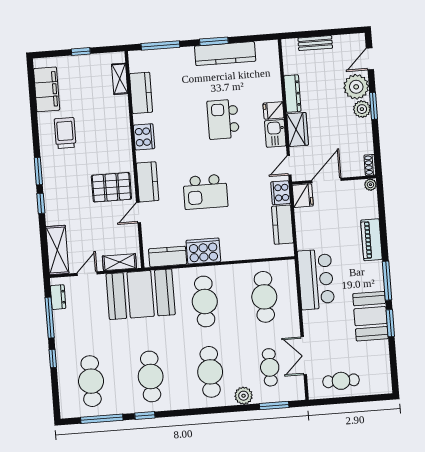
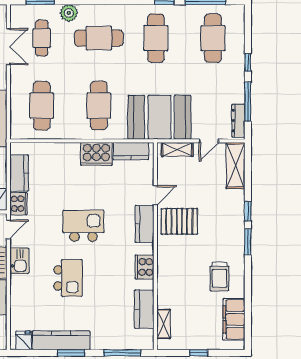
fridge: (273, 110) -> (24, 340), moved, turned -90
kitchen island: (205, 192) -> (83, 226), moved
dresser: (58, 297) -> (238, 121), width x1.44
cafe table: (210, 372) -> (99, 38), turned 90

